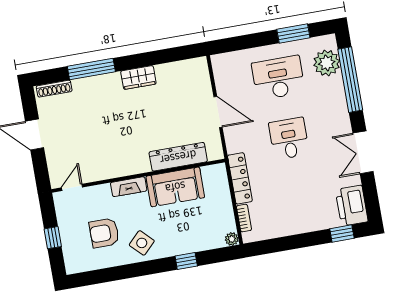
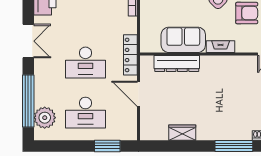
window: (293, 33) -> (107, 146), moved
wardrobe: (138, 77) -> (182, 133), moved
desk: (289, 139) -> (85, 63), width x1.37
locker: (240, 178) -> (130, 55), moved

